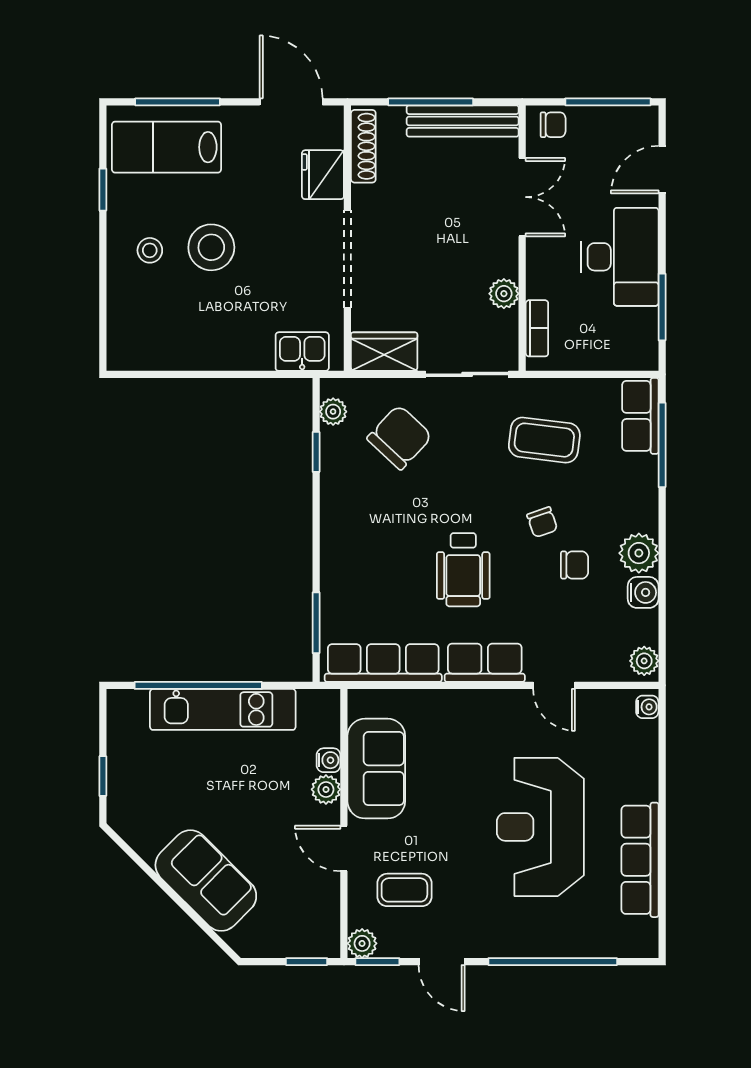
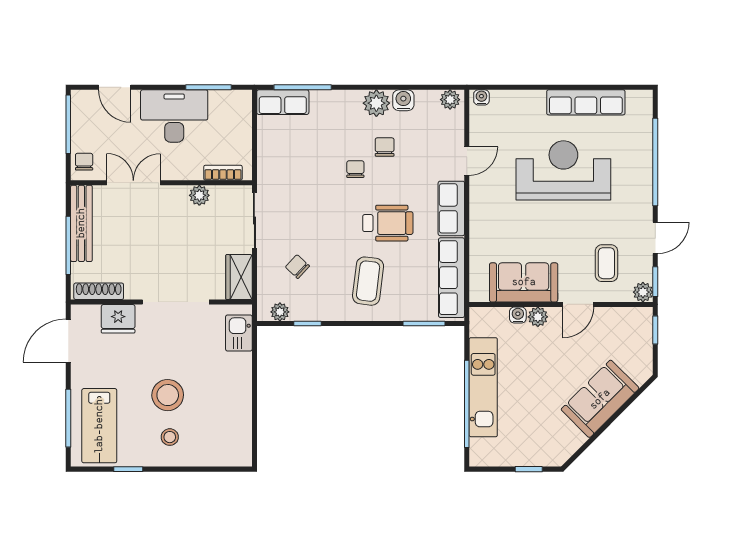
chair: (400, 437) -> (297, 267), width x0.54, depth x0.54
coffee table: (544, 440) -> (368, 281), moved
chair: (542, 522) -> (355, 169), turned -71
reception desk: (540, 827) -> (563, 170), turned 180

